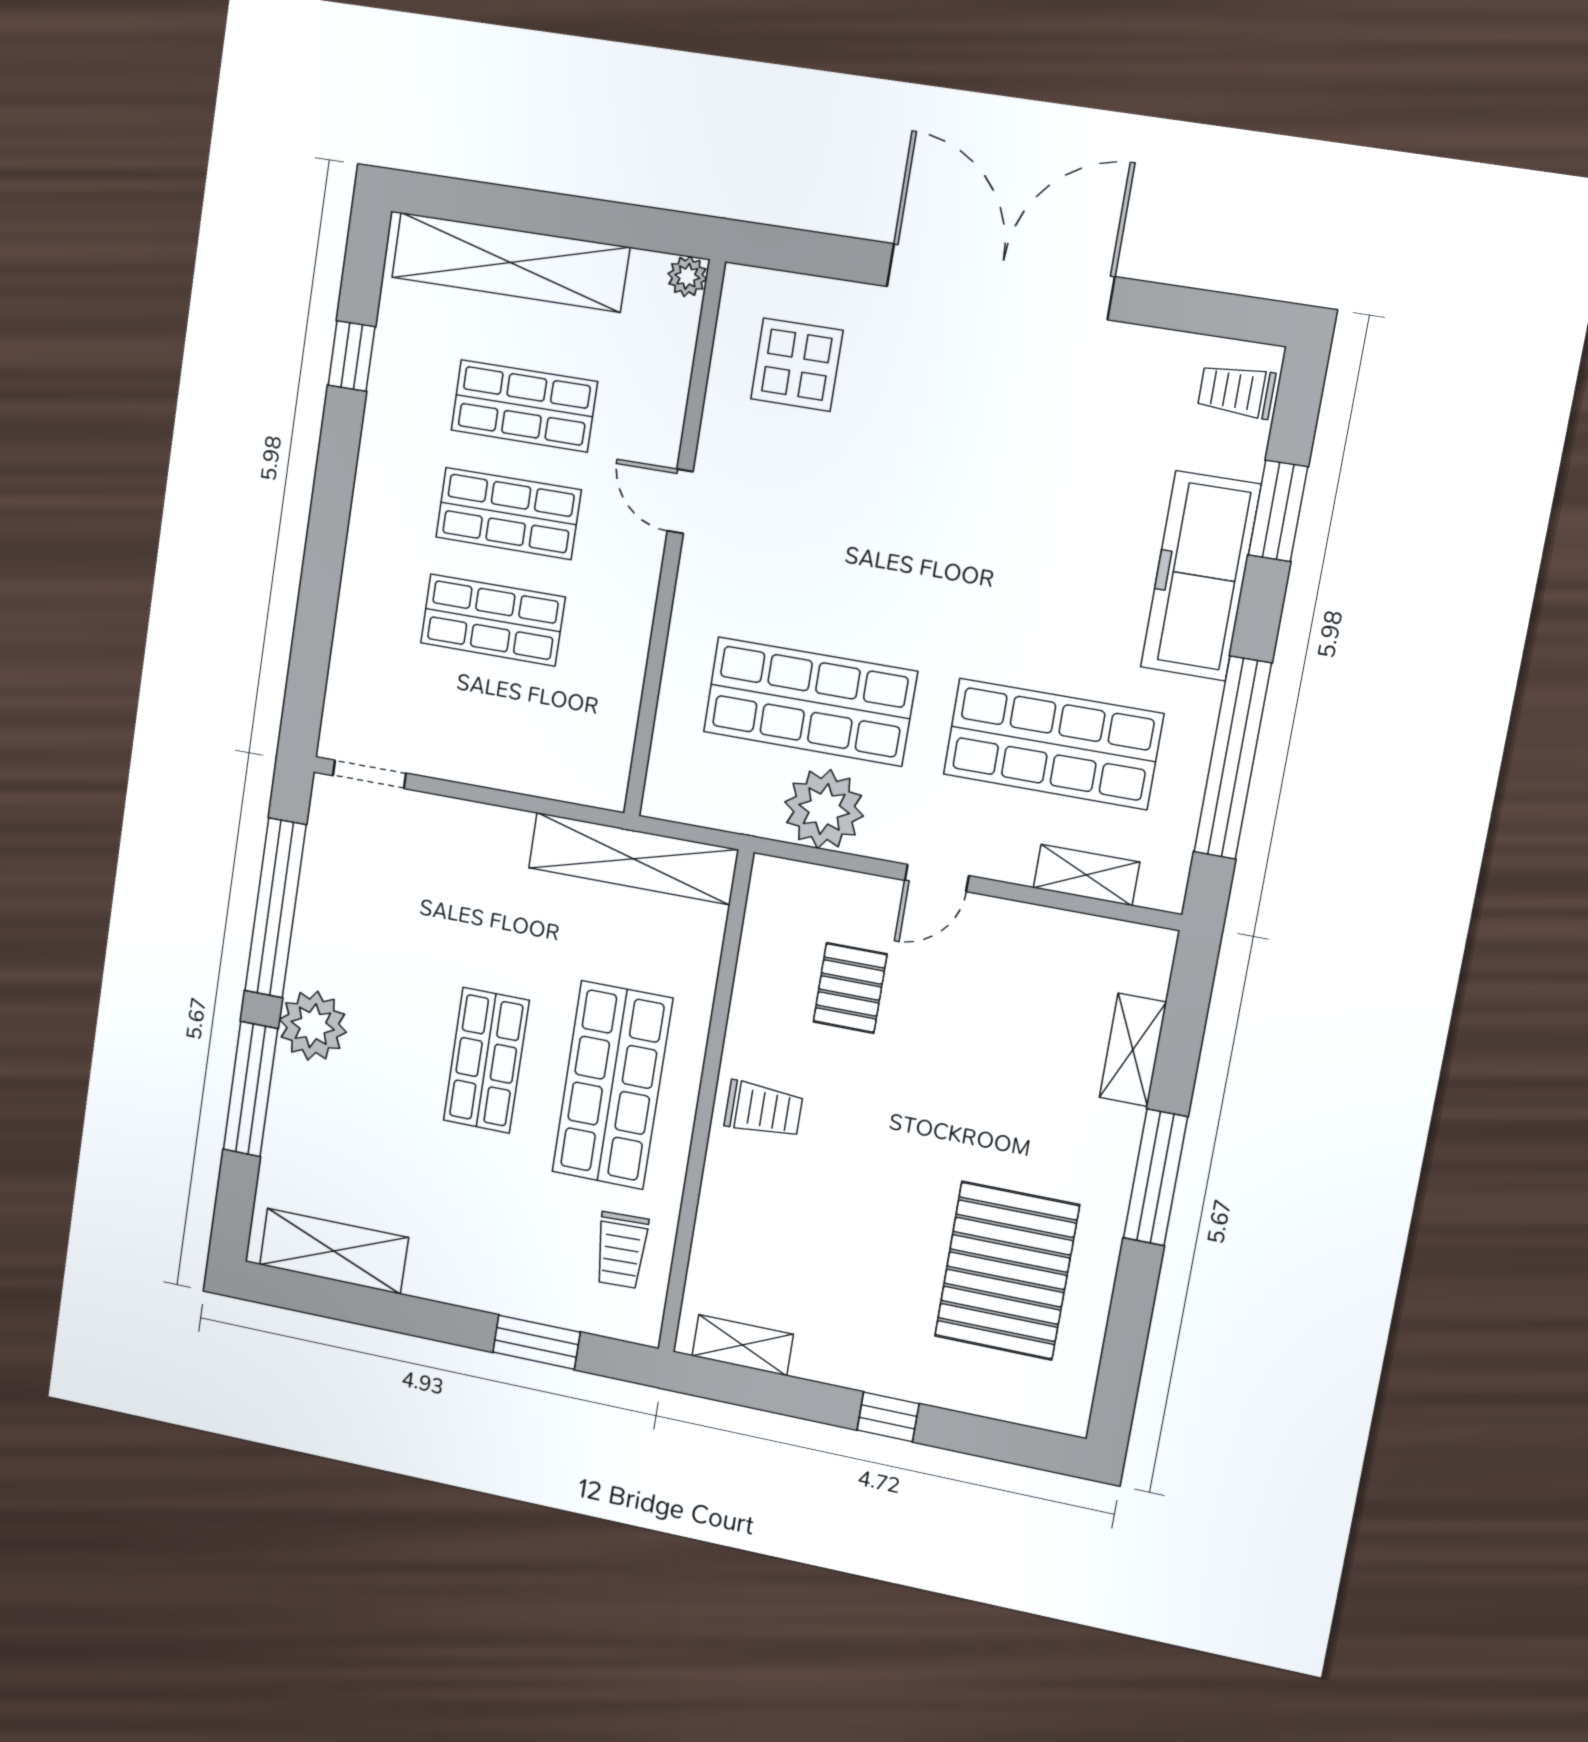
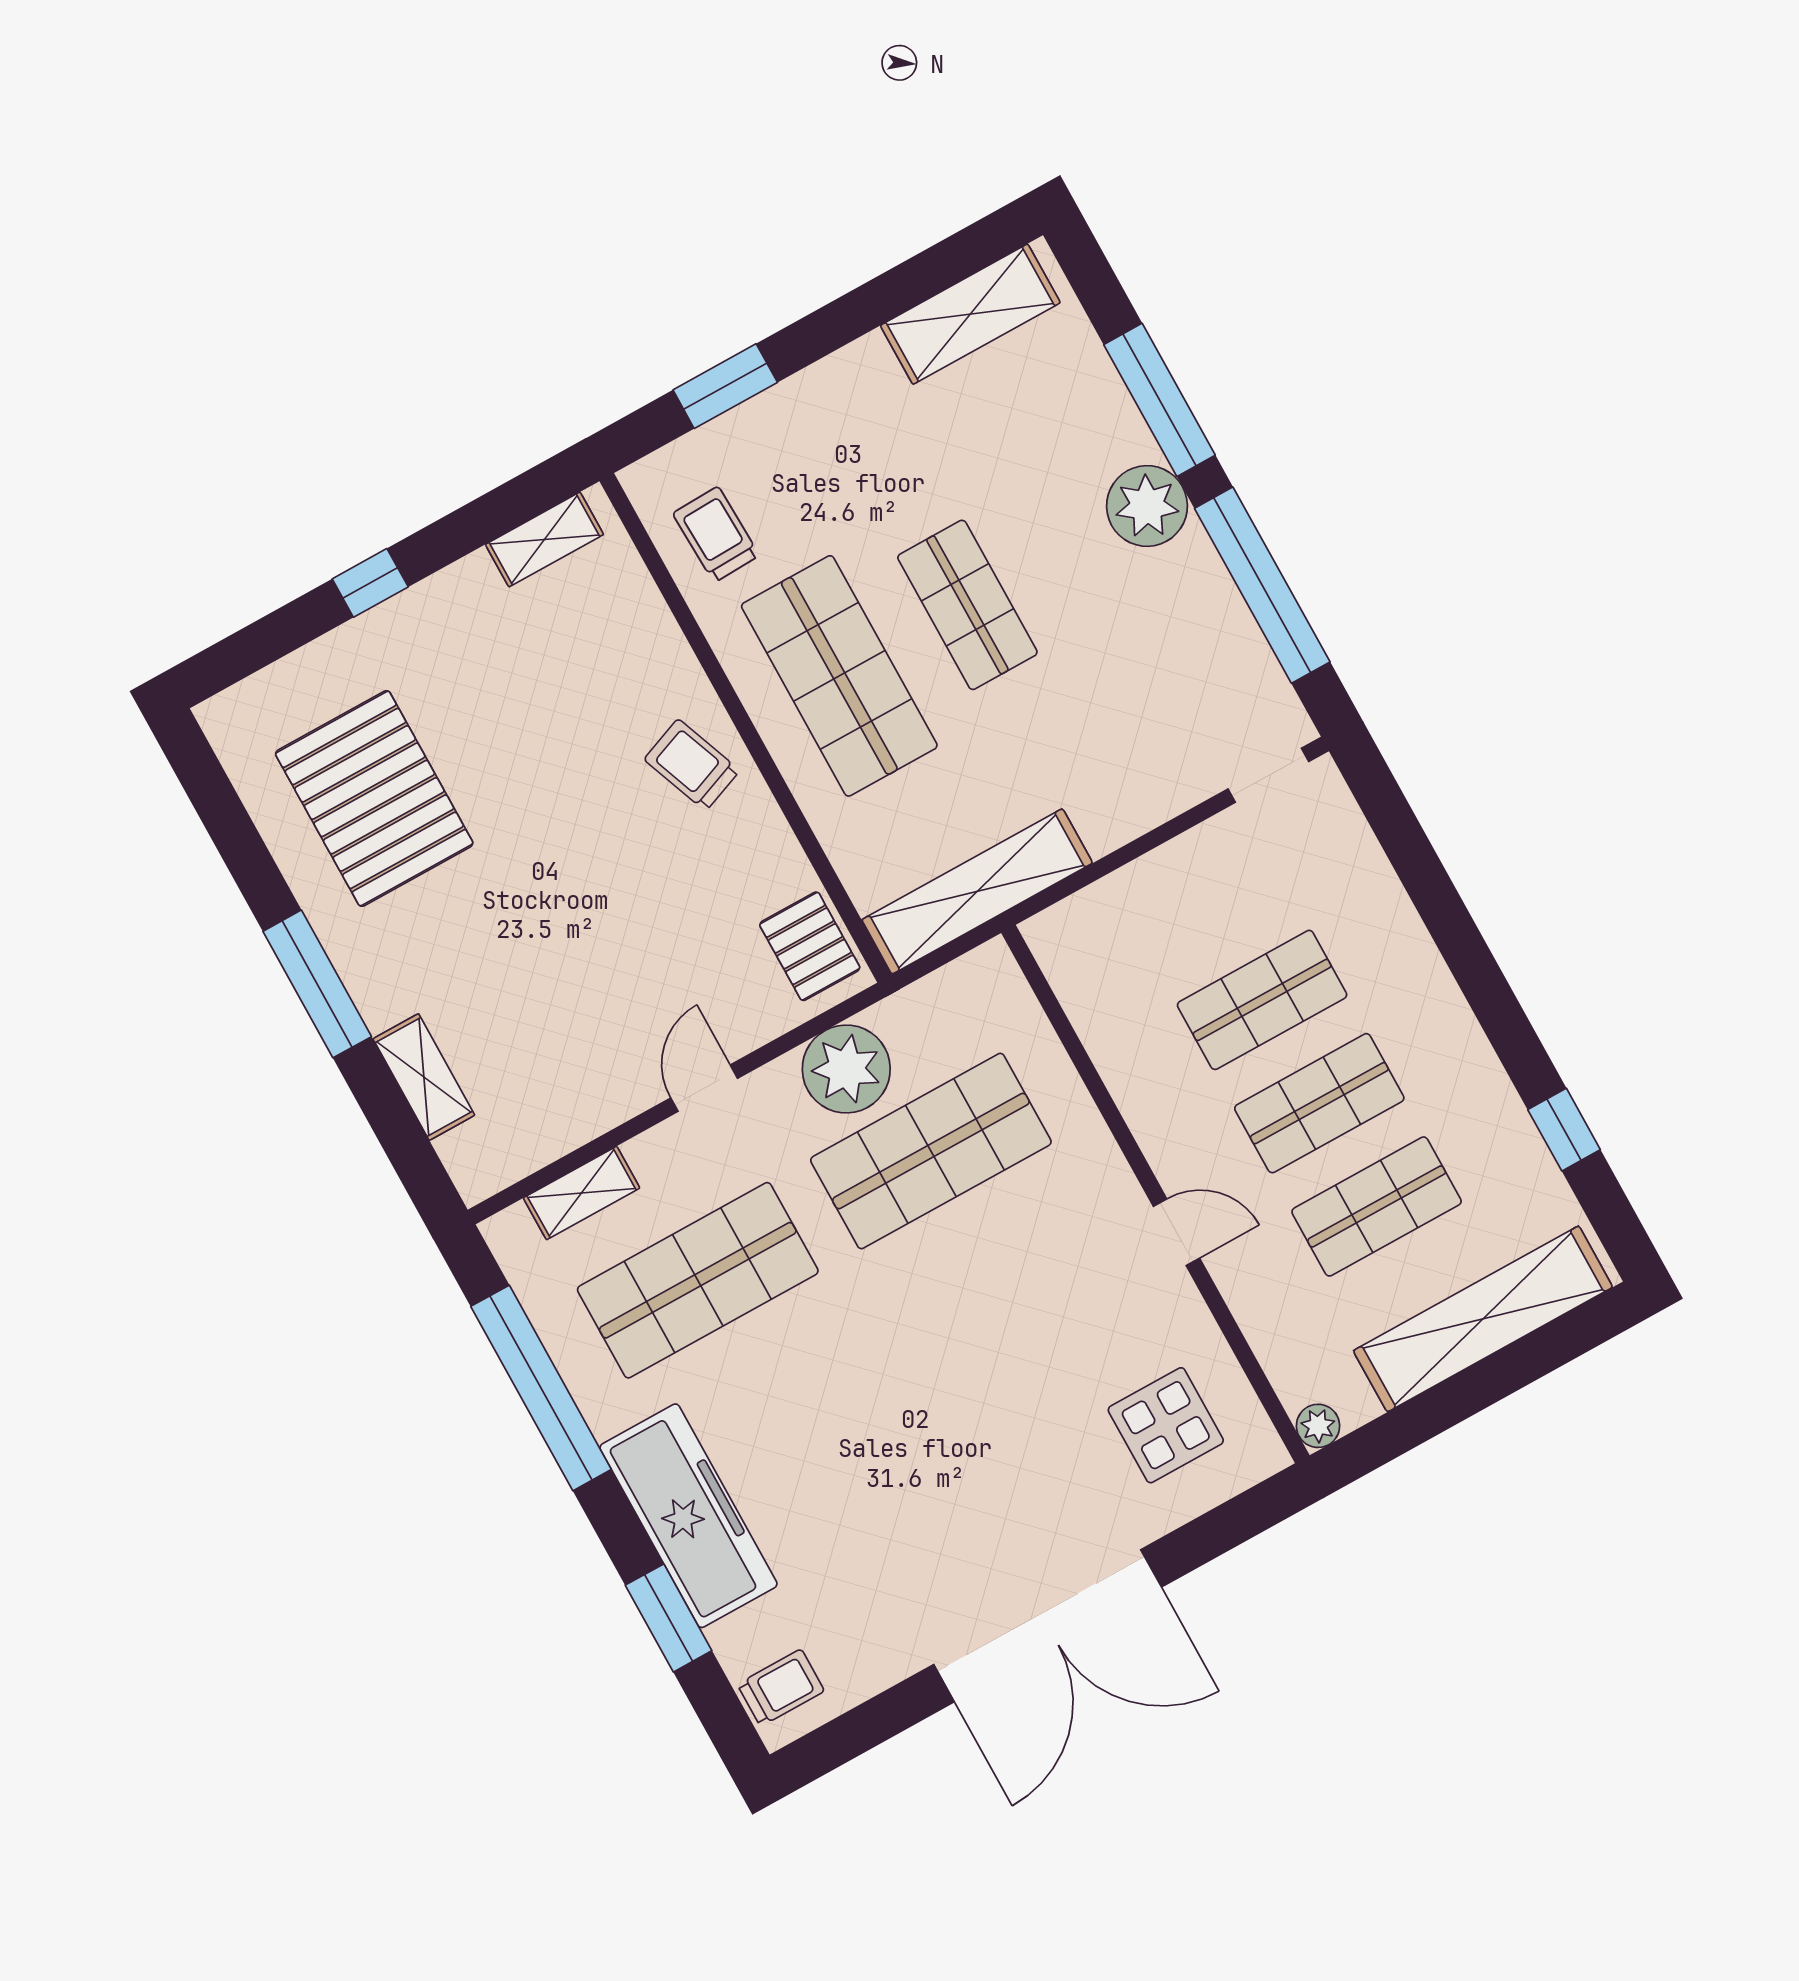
pallet: (850, 988) -> (810, 946), moved
trolley: (764, 1109) -> (692, 765), turned 69

